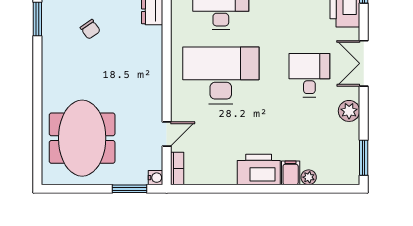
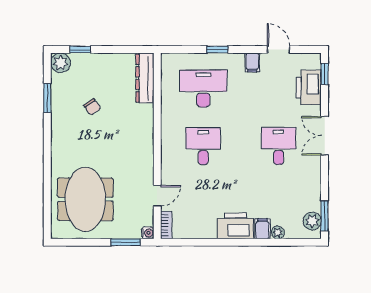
desk: (221, 75) -> (203, 146), width x0.53, depth x0.77
plant: (349, 111) -> (312, 221), moved

